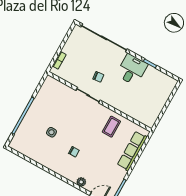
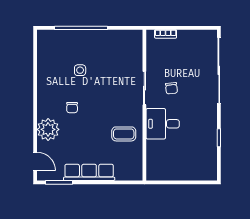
desk: (132, 70) -> (163, 124), moved, turned 180
row of seats: (132, 151) -> (89, 172), moved
plant: (81, 182) -> (48, 129), width x1.87, depth x1.87

